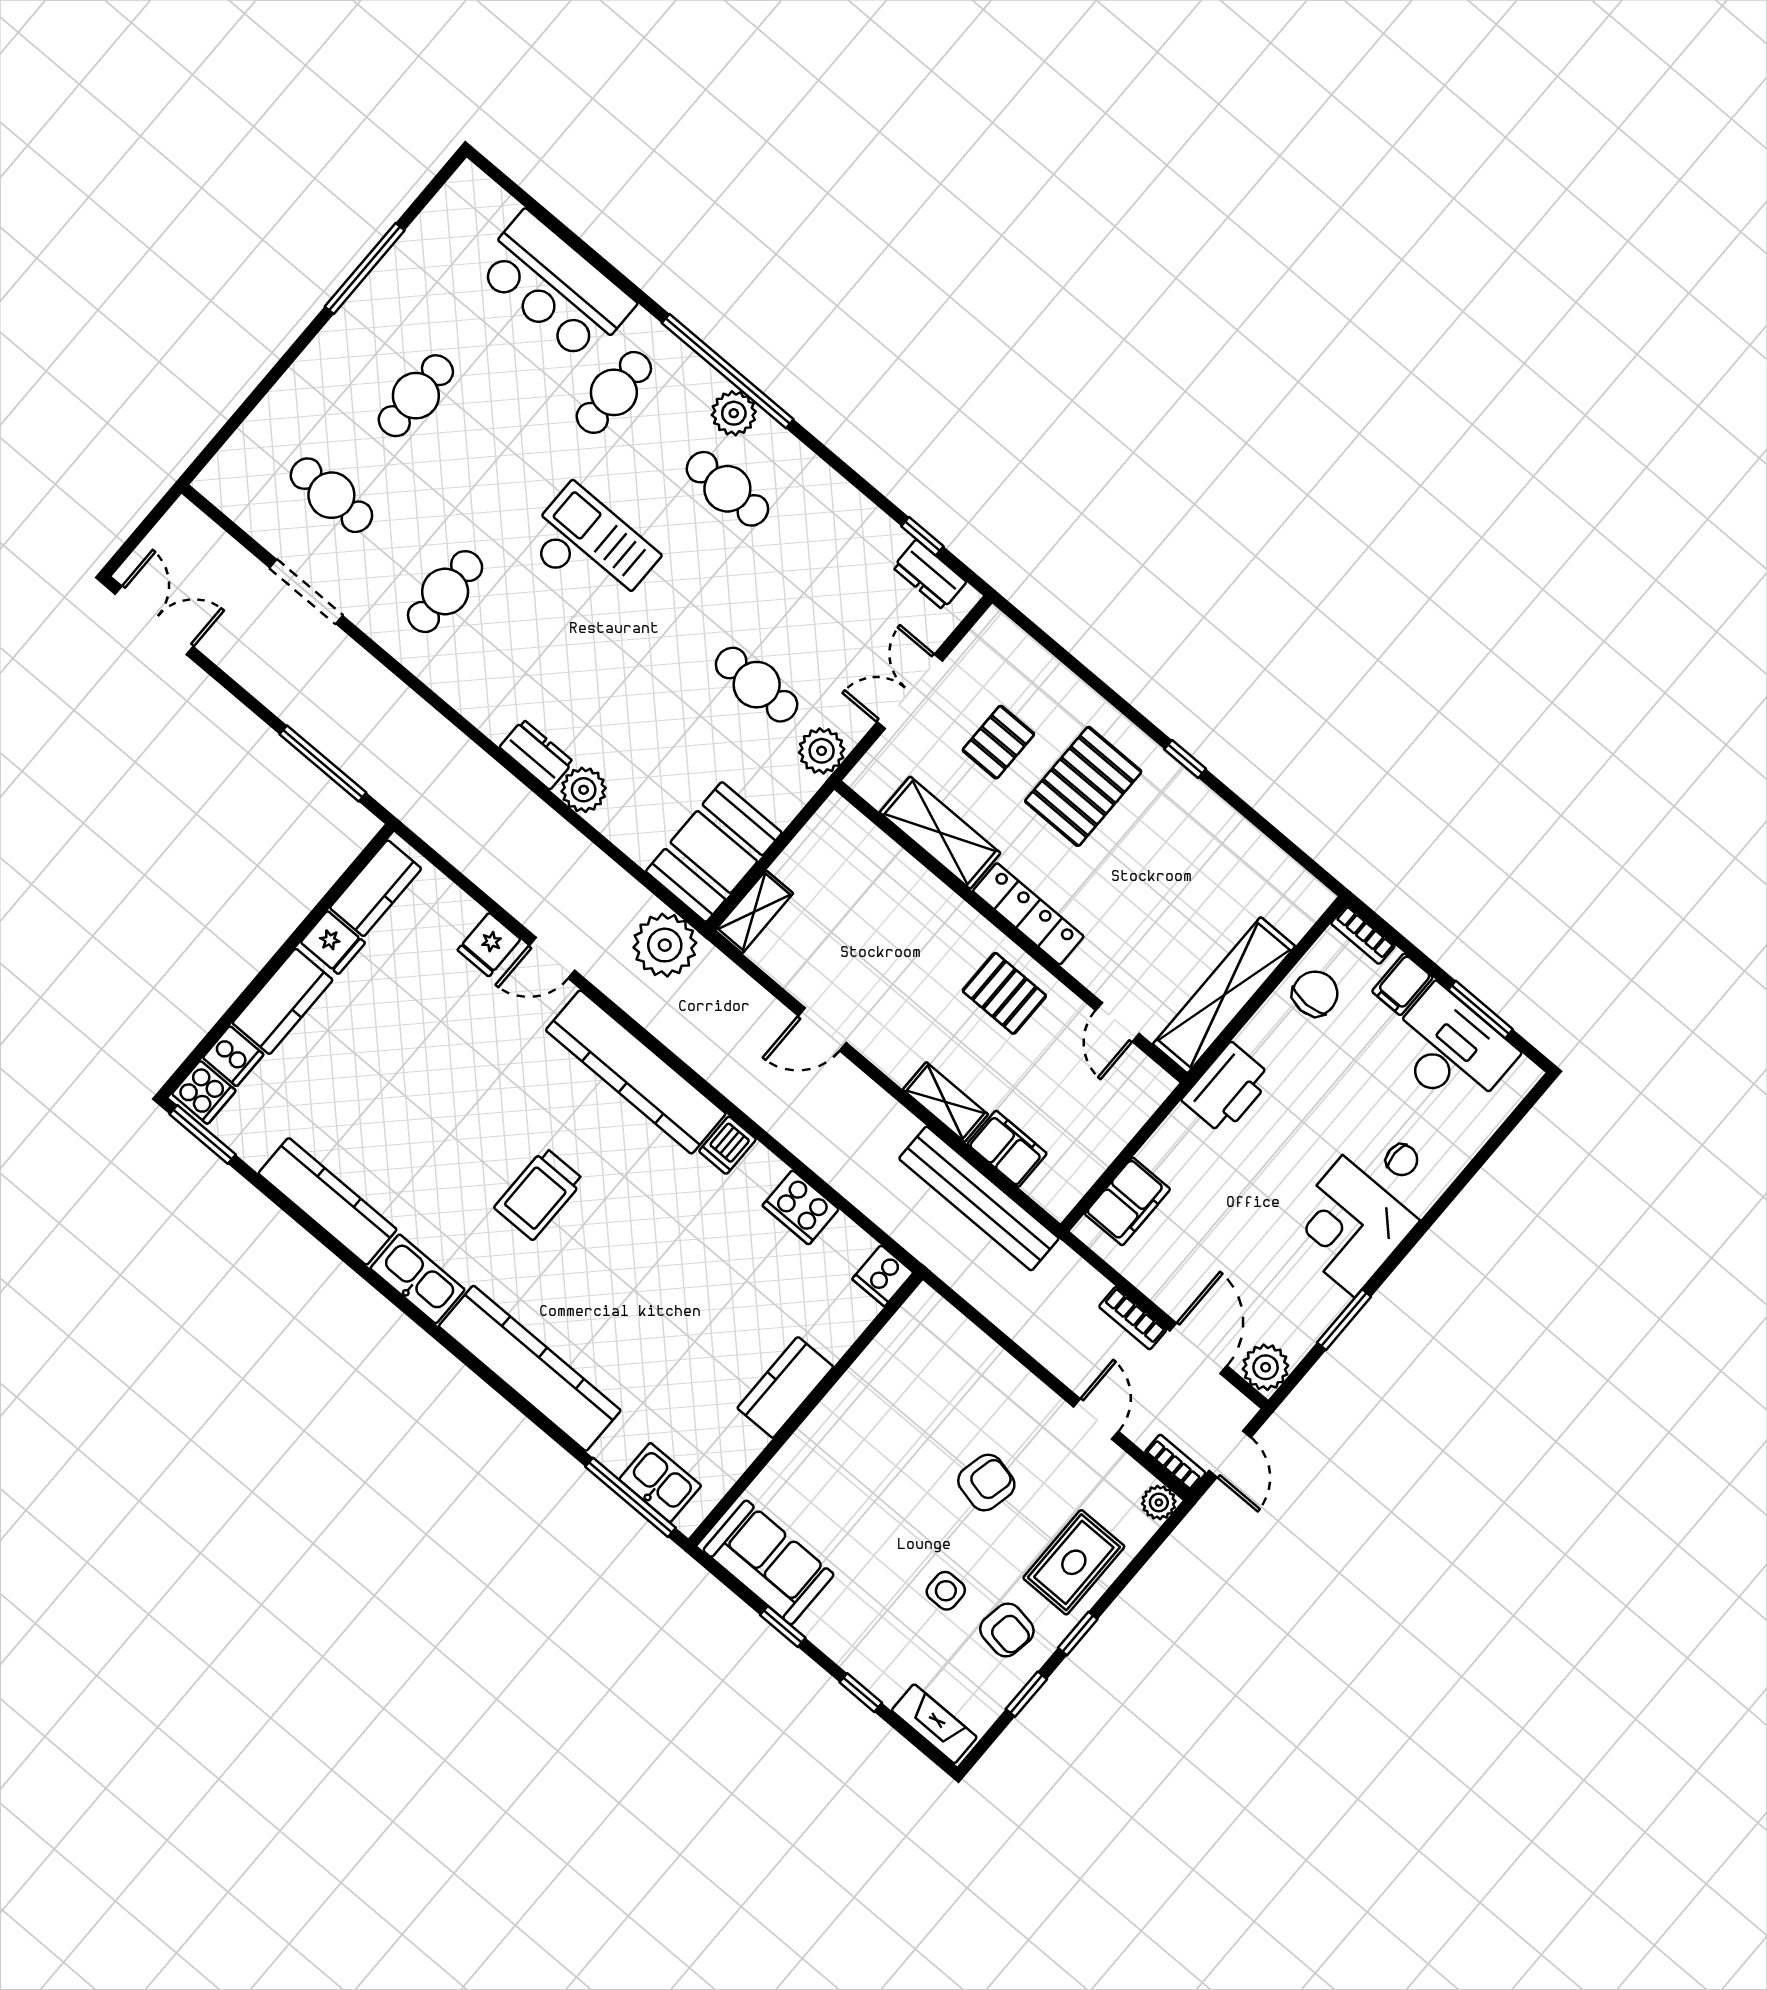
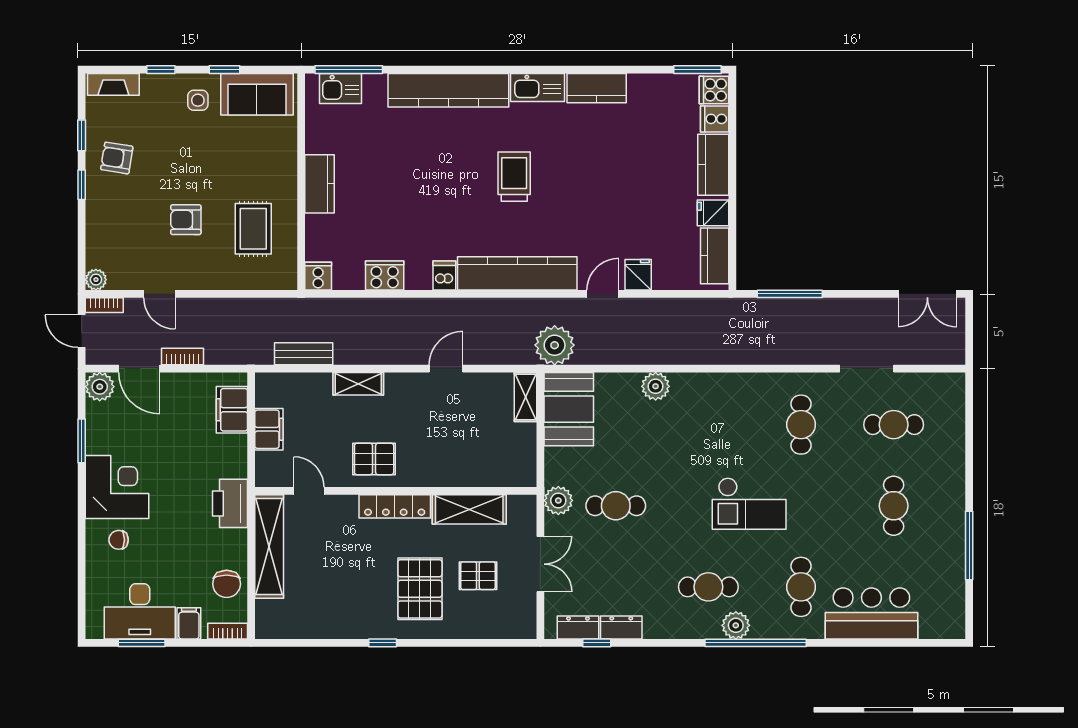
pallet: (998, 742) -> (478, 576), turned 90
dresser: (536, 755) -> (621, 627), moved, turned 180
filing cabinet: (1007, 1149) -> (269, 429), moved, turned -90
bench: (979, 1198) -> (304, 354), width x0.54, depth x0.82
kitchen counter: (328, 1201) -> (597, 88), width x0.67
armchair: (986, 1483) -> (186, 220), turned 77
rug: (1074, 1562) -> (253, 229), moved
side table: (946, 1591) -> (198, 100), moved

